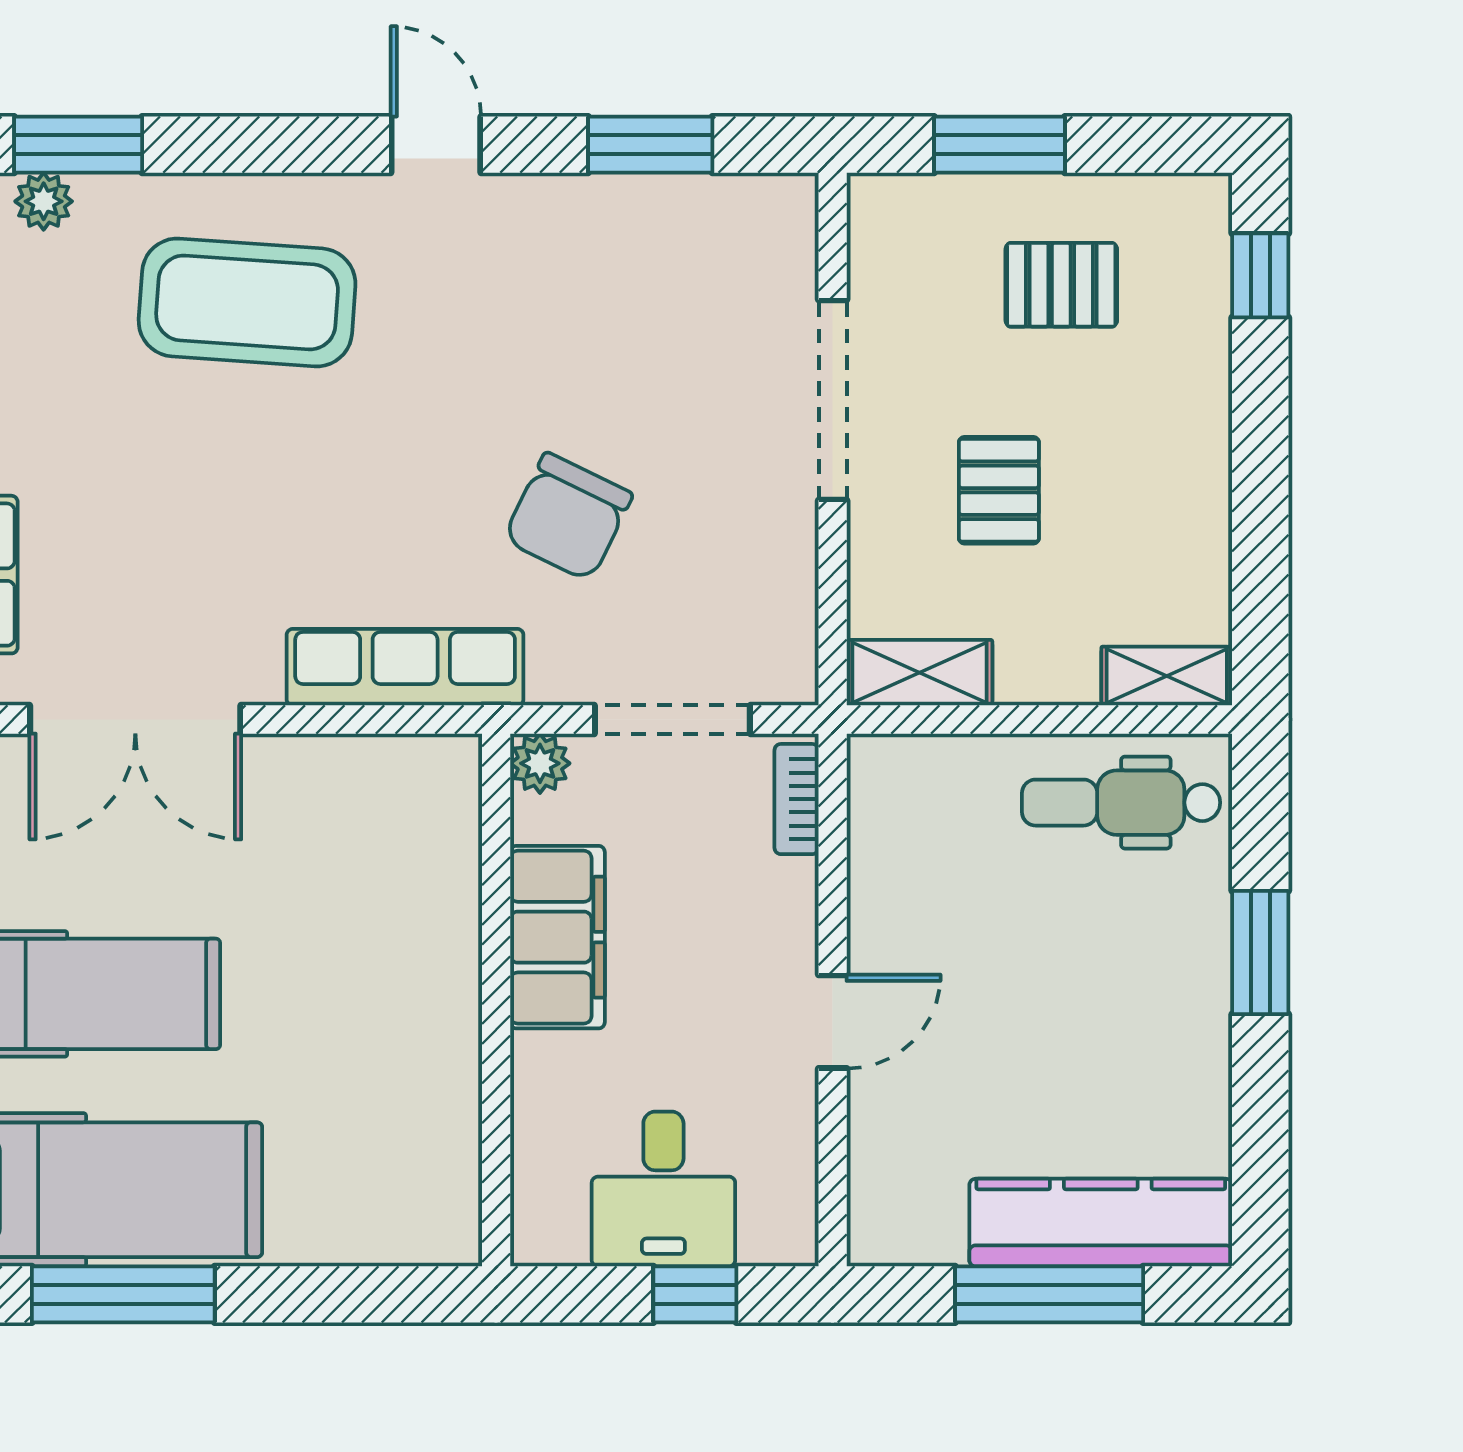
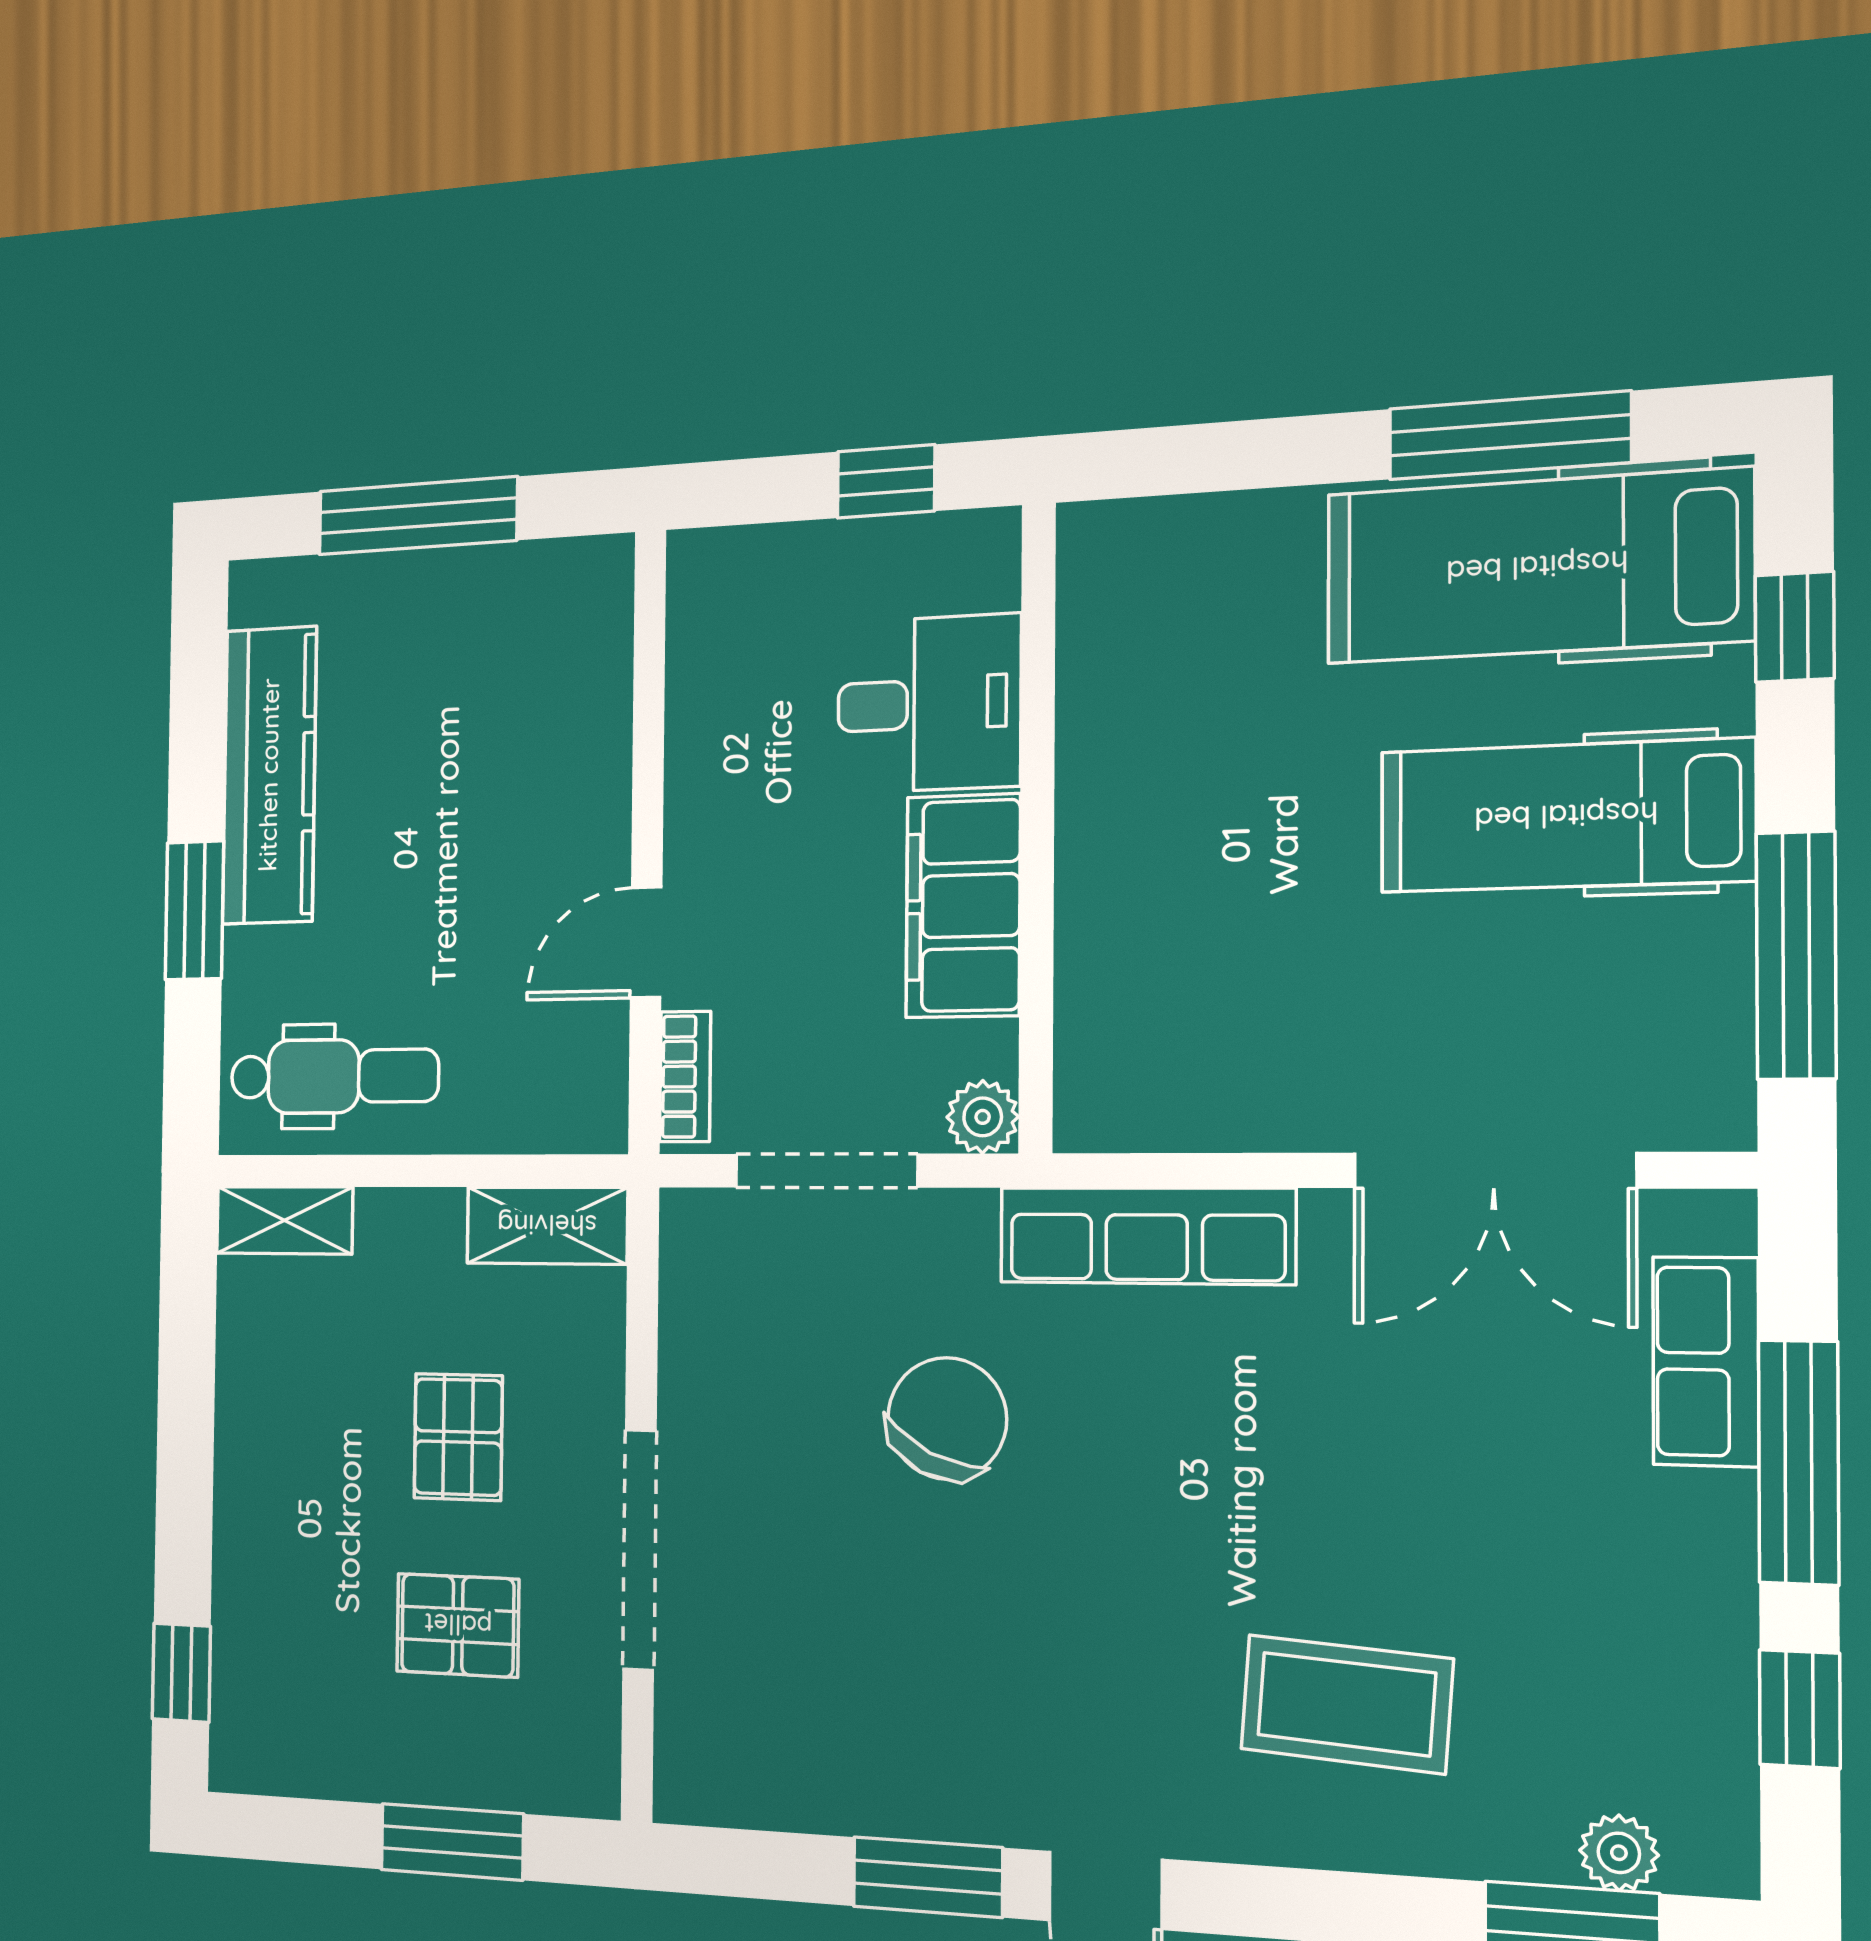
window: (650, 145) -> (928, 1877), moved
pallet: (1061, 285) -> (458, 1625), moved
coffee table: (247, 302) -> (1346, 1704), width x0.73, depth x0.76
double door: (135, 719) -> (1494, 1170), swing flipped
door: (833, 1022) -> (646, 943), moved
desk: (663, 1189) -> (929, 704), moved, turned 90
kitchen counter: (1101, 1223) -> (269, 775), moved, turned -90
window: (695, 1294) -> (886, 481), moved

